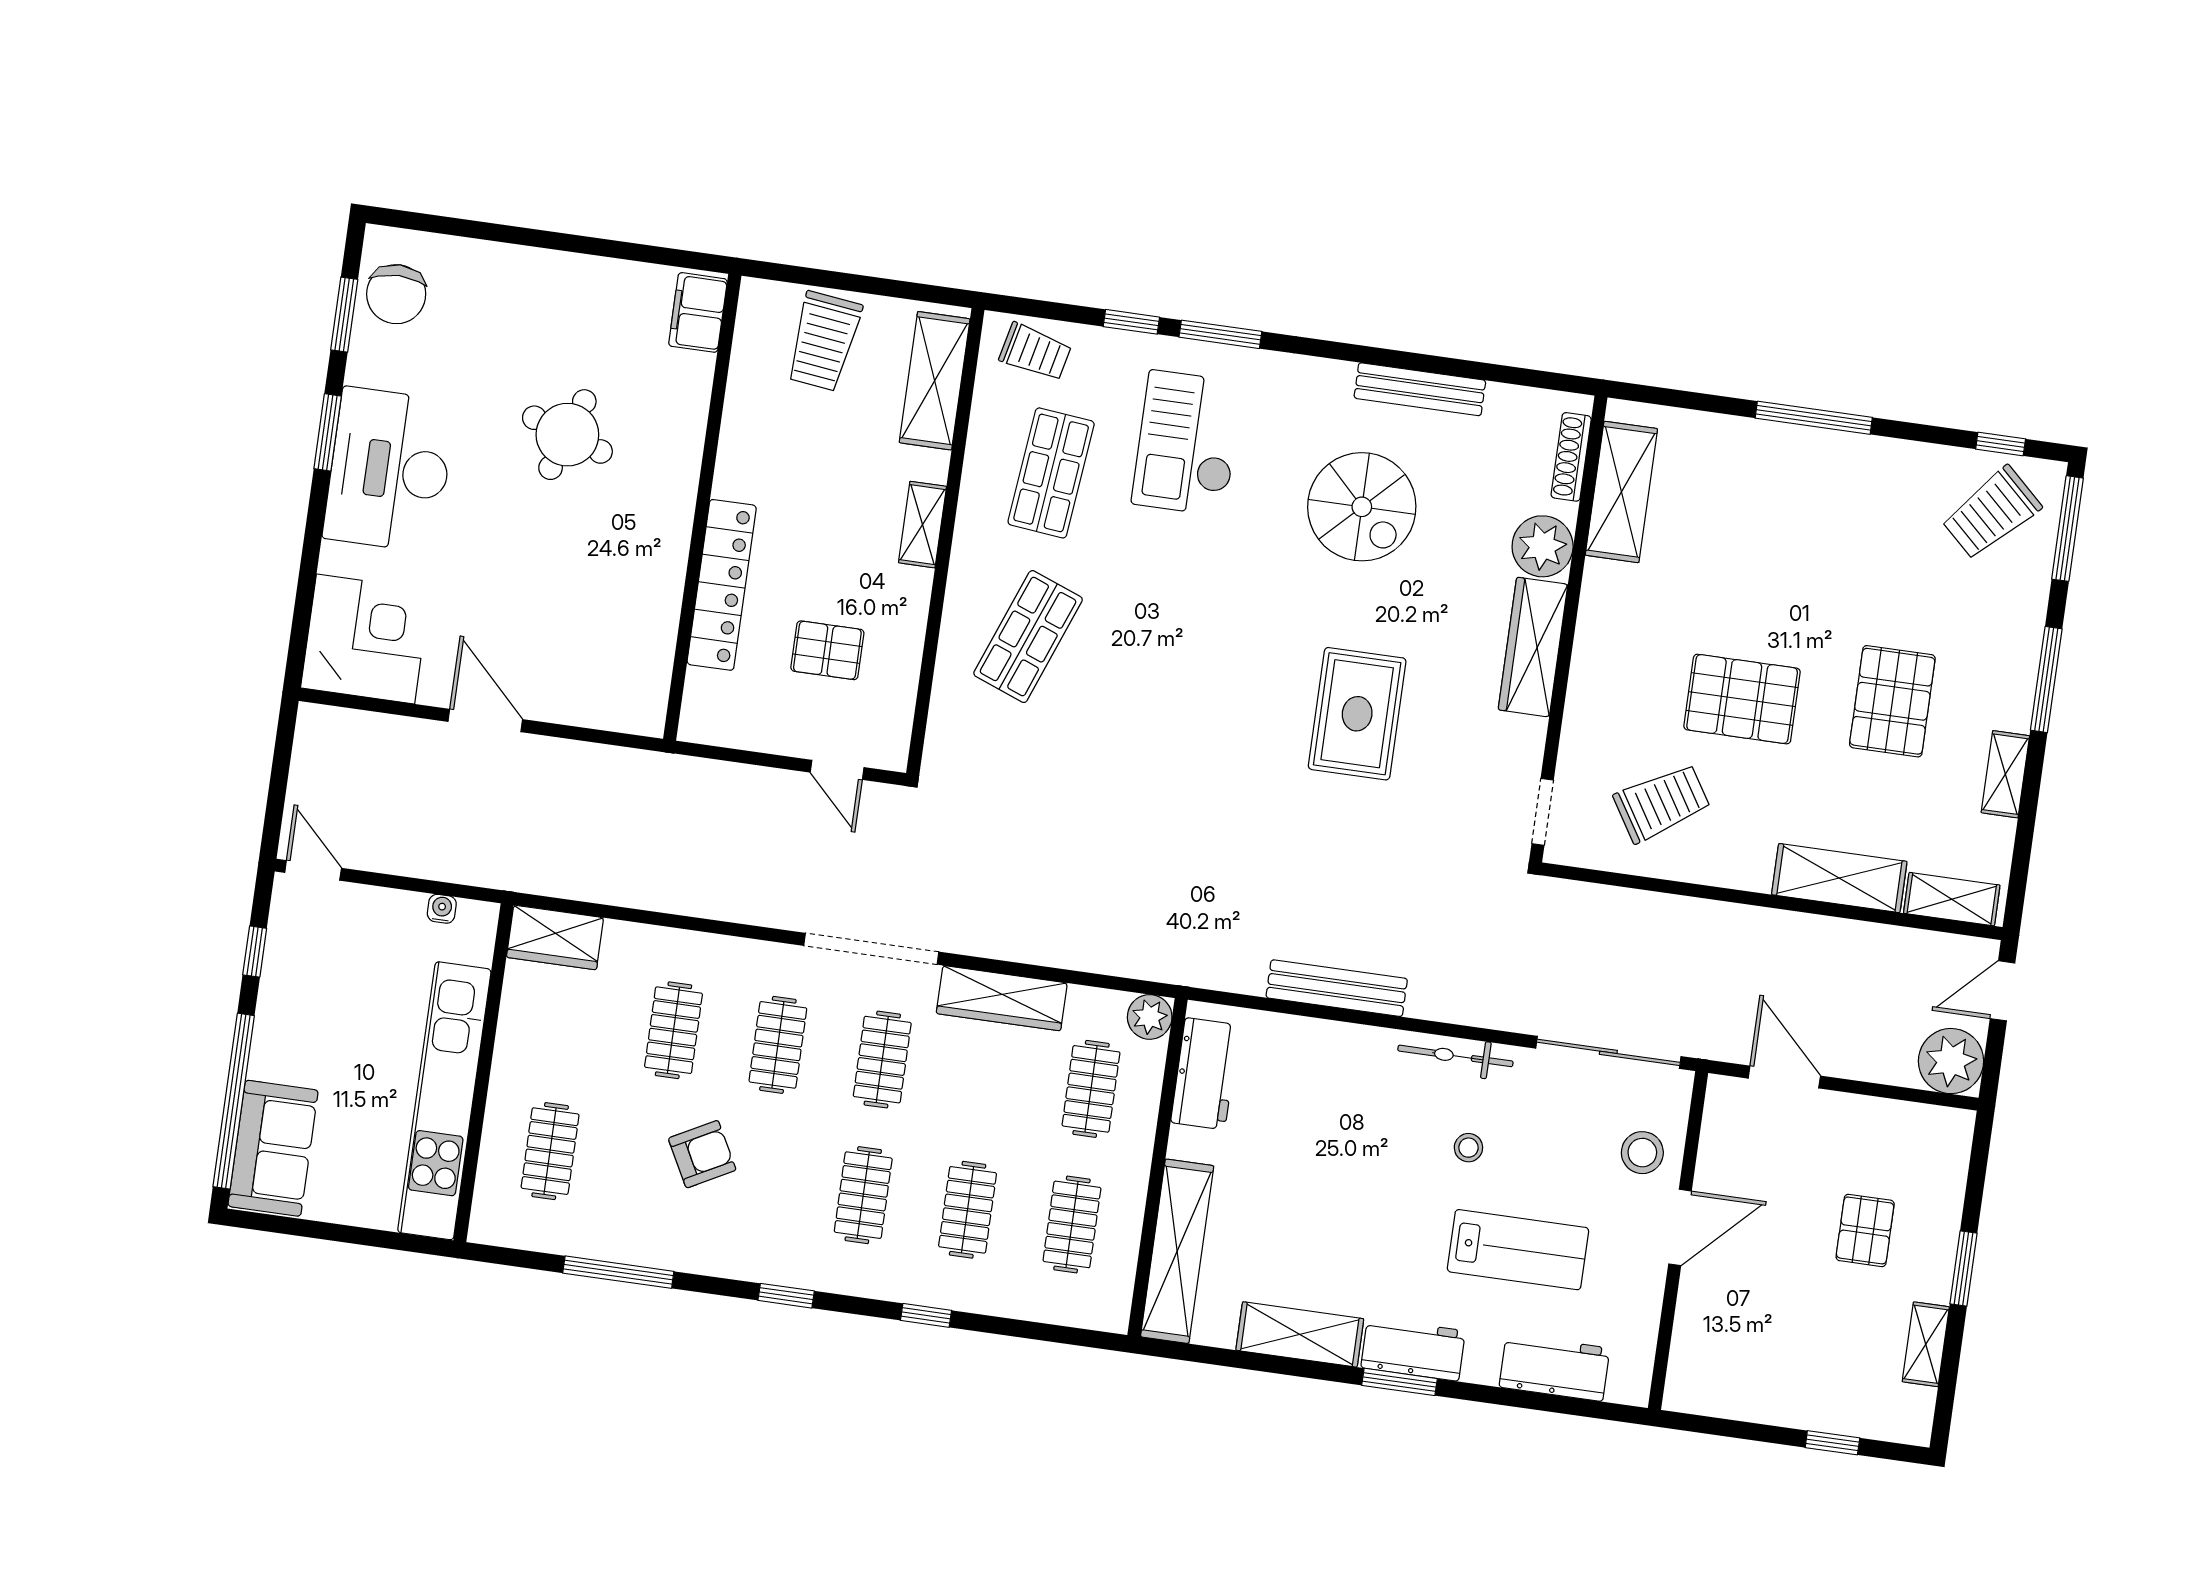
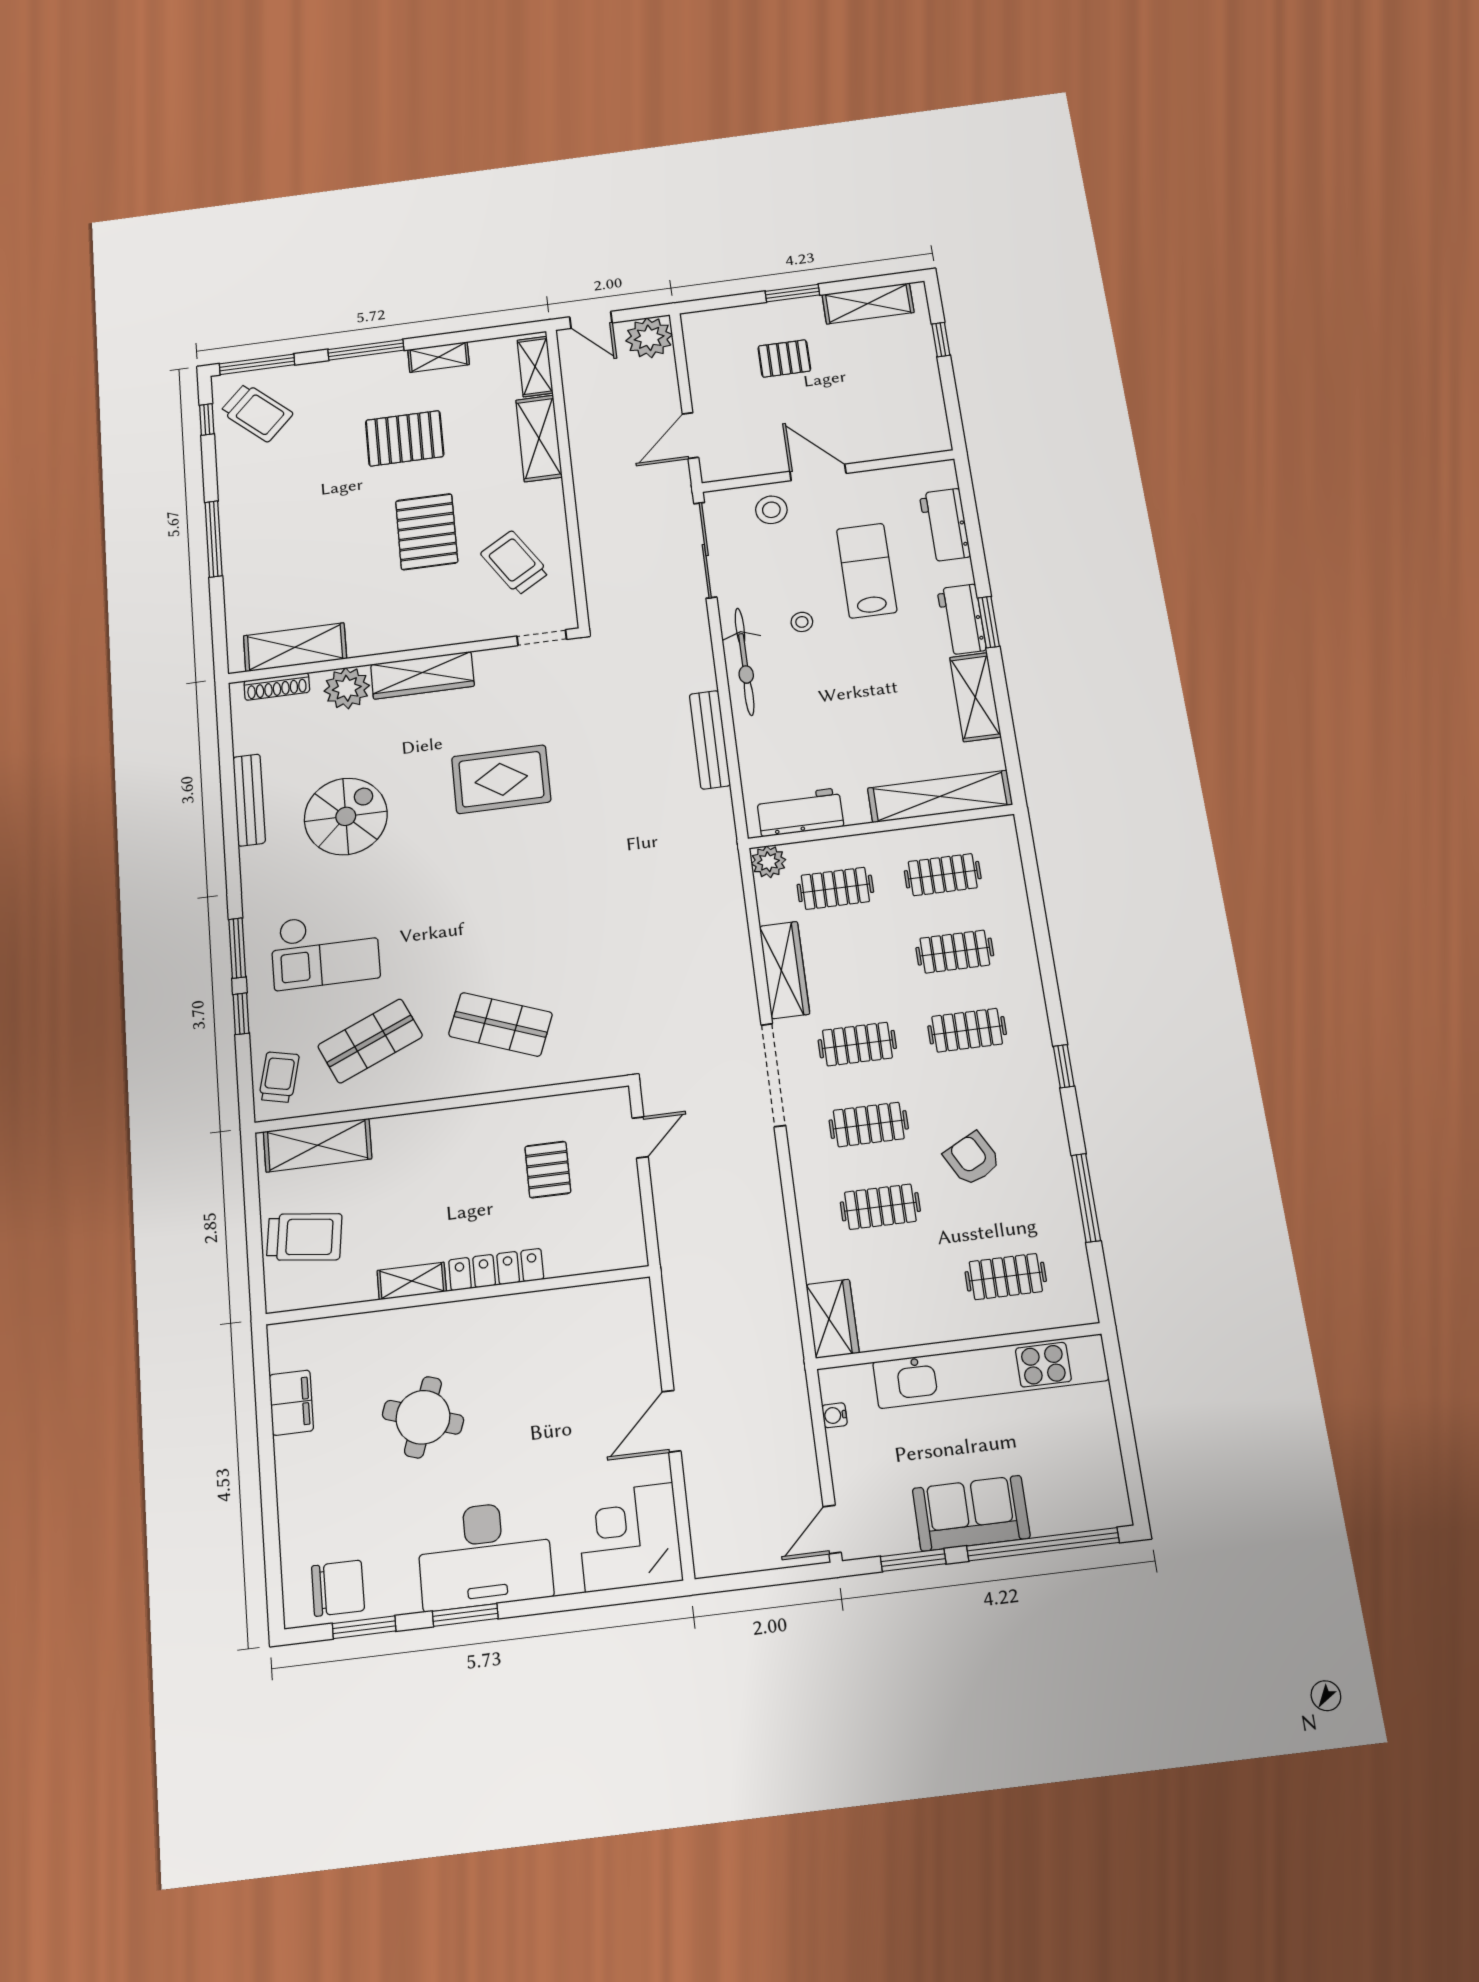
filing cabinet: (698, 312) -> (291, 1403), moved, turned -90
shop shelf: (1051, 473) -> (370, 1041), turned -30
shelving: (922, 525) -> (412, 1281), moved
locker: (722, 585) -> (496, 1270), width x0.71, depth x0.83
window: (255, 952) -> (913, 1560), width x1.50
bicycle: (1455, 1056) -> (744, 662), width x1.37, depth x1.40
sofa: (273, 1148) -> (971, 1513), moved
window: (926, 1315) -> (1046, 960), removed
shelving: (1926, 1344) -> (868, 303), width x1.50, depth x1.33

